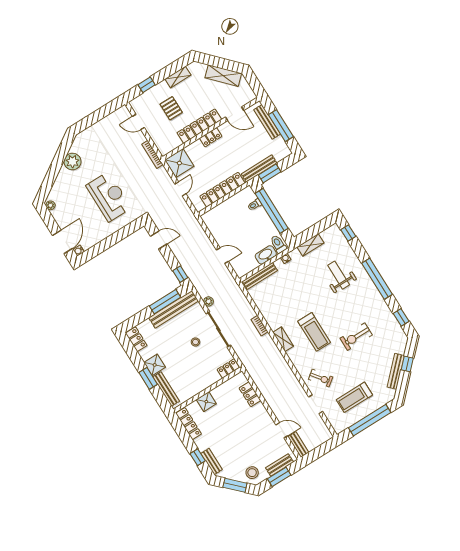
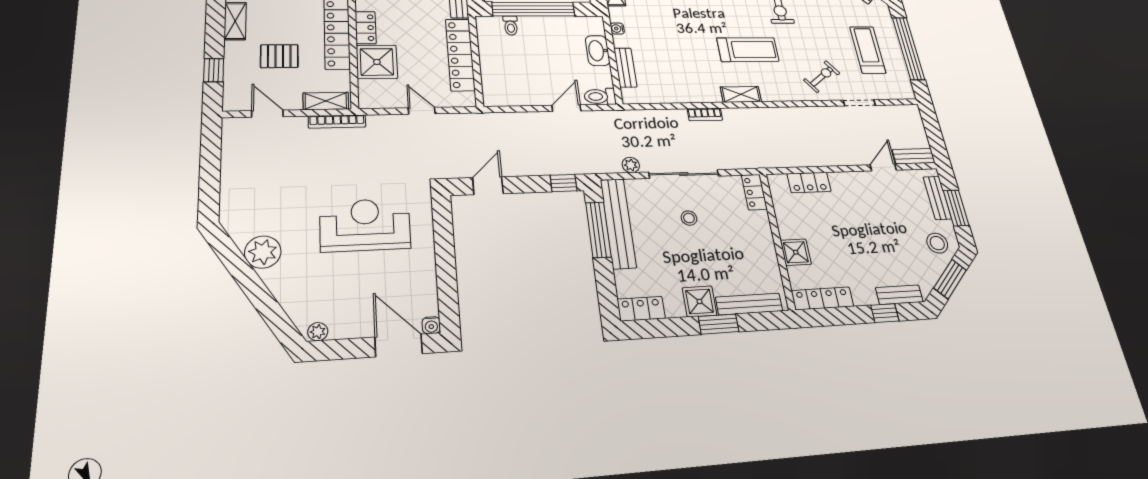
door: (138, 122) -> (268, 114), swing flipped
shelving: (160, 143) -> (326, 101), added
shower: (179, 163) -> (377, 62), moved
toilet: (278, 244) -> (600, 96), moved
bench: (260, 276) -> (625, 68), width x0.73
treadmill: (354, 397) -> (868, 50), turned 180

